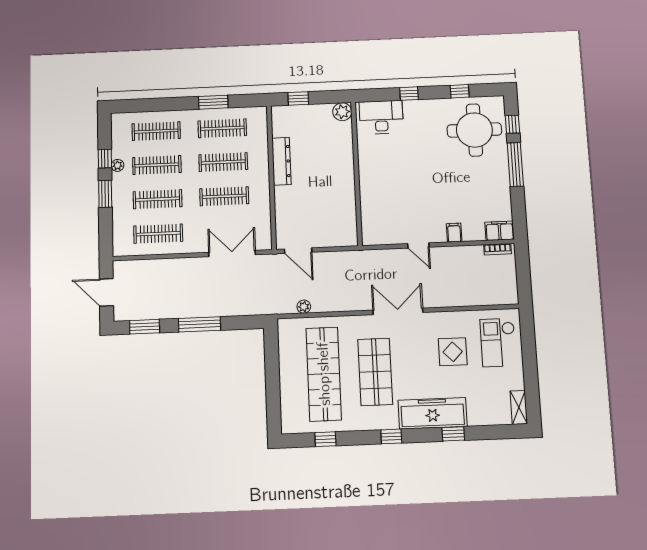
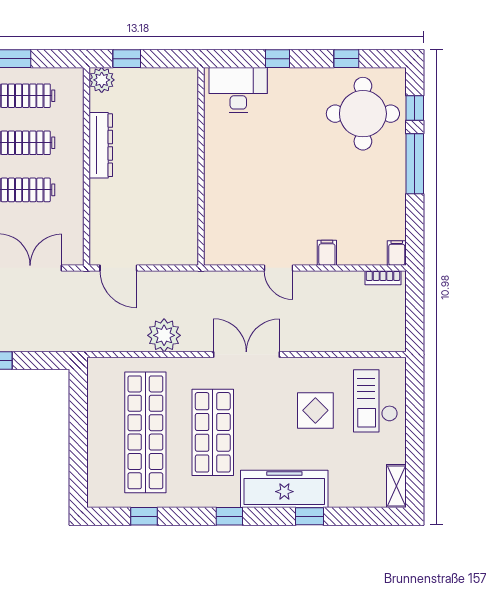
plant: (342, 112) -> (102, 80), moved
filing cabinet: (500, 231) -> (397, 253), width x0.50
plant: (304, 307) -> (164, 335), moved, width x1.88, depth x1.88

